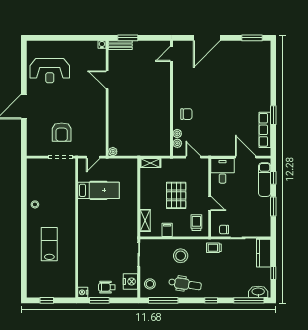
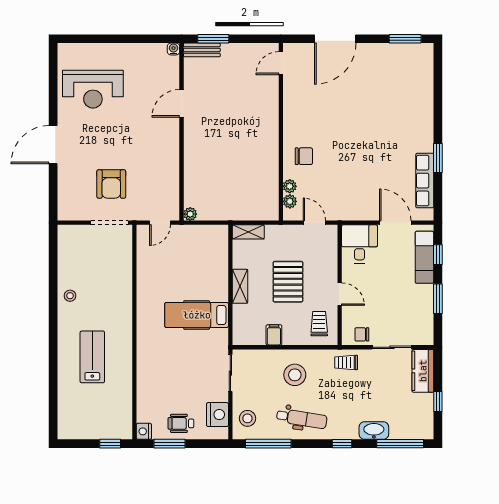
door: (107, 80) -> (182, 103), hinge flipped
hospital bed: (98, 190) -> (197, 315), moved, turned 180
shelving: (145, 220) -> (240, 286), moved
washbasin: (258, 292) -> (374, 431), moved
window: (47, 300) -> (110, 444), moved

